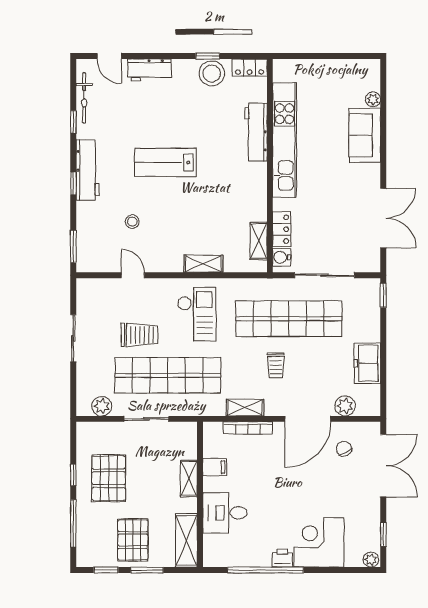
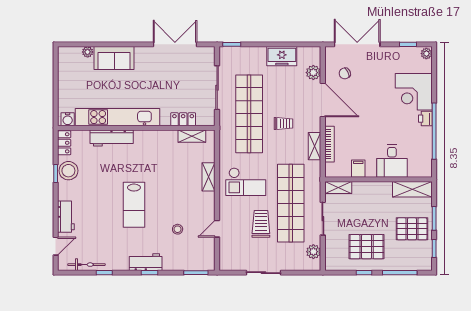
workbench: (88, 170) -> (146, 262), width x0.73
water cooler: (282, 257) -> (68, 119), moved
checkout: (197, 314) -> (246, 182), turned 180
shelving: (189, 479) -> (338, 187), moved

